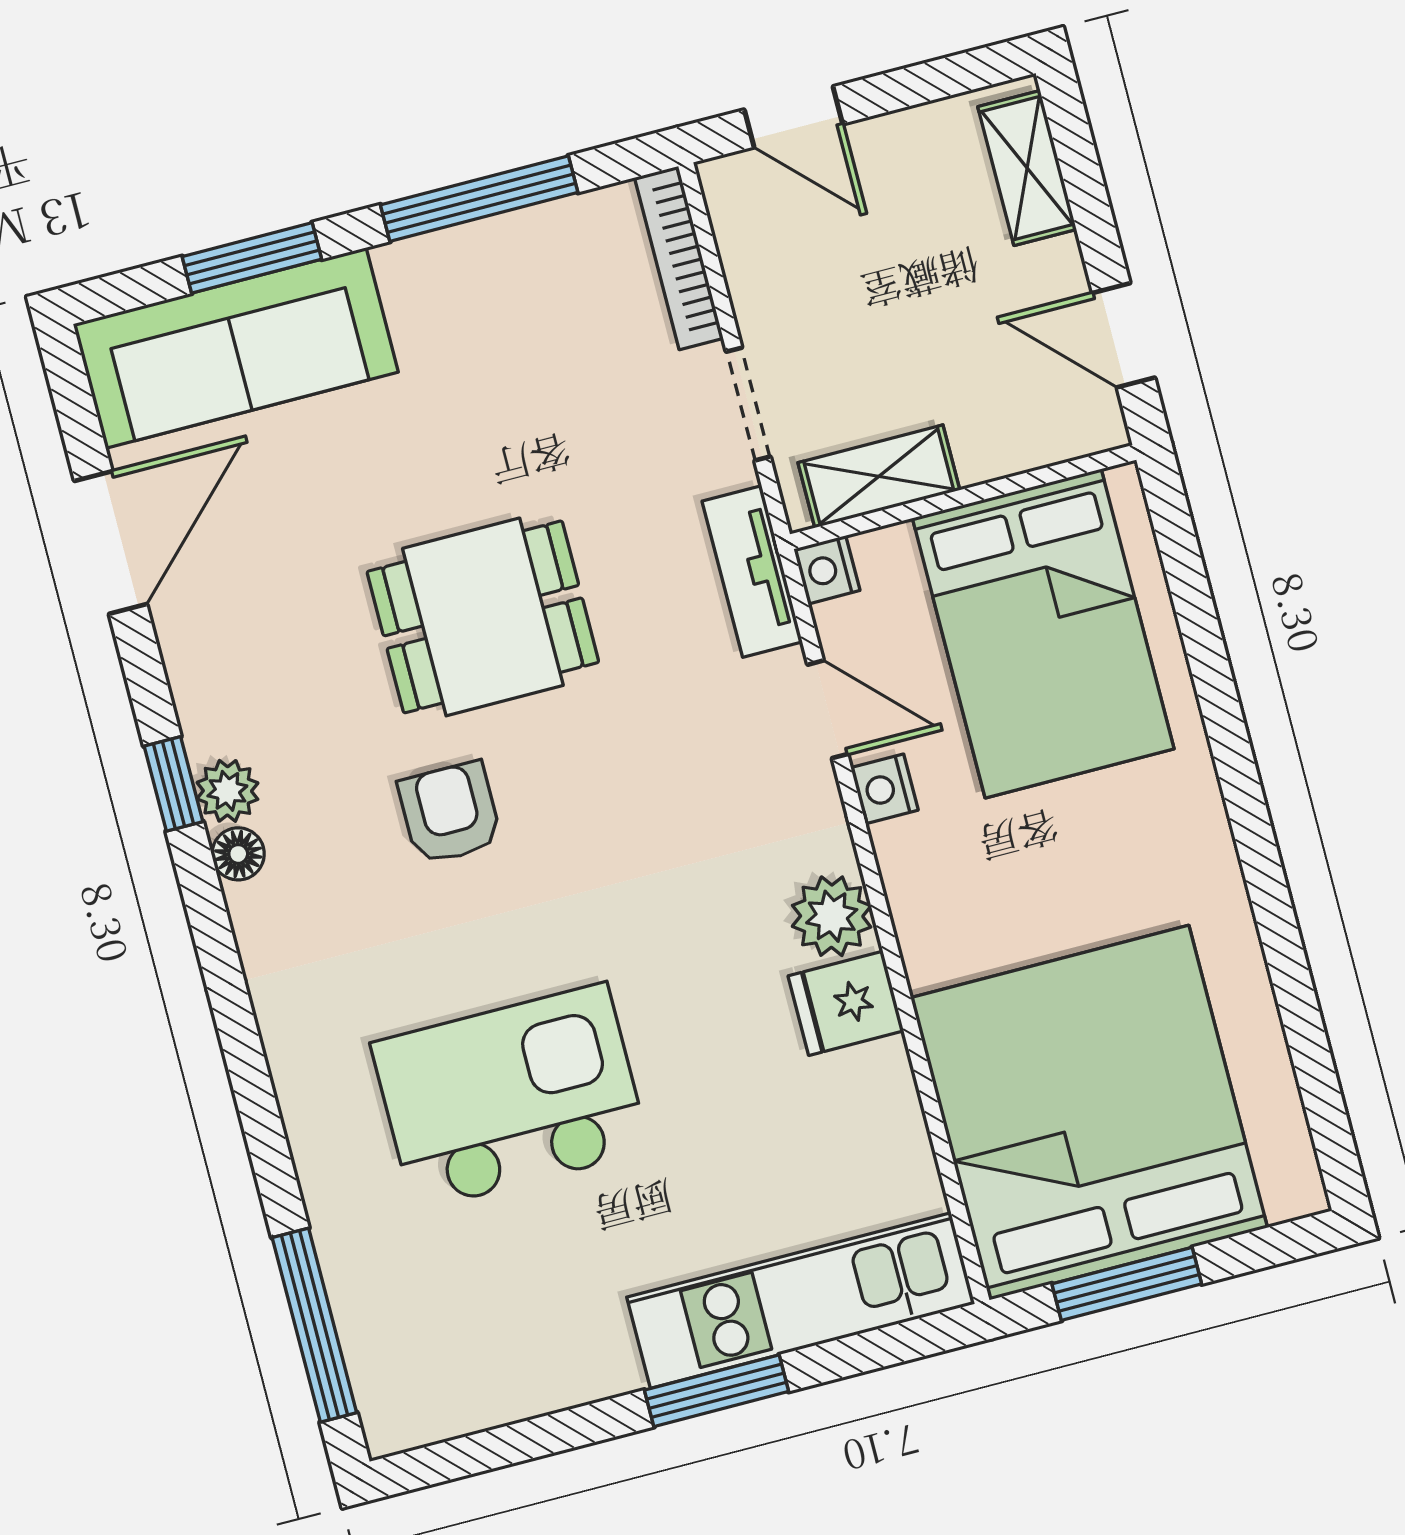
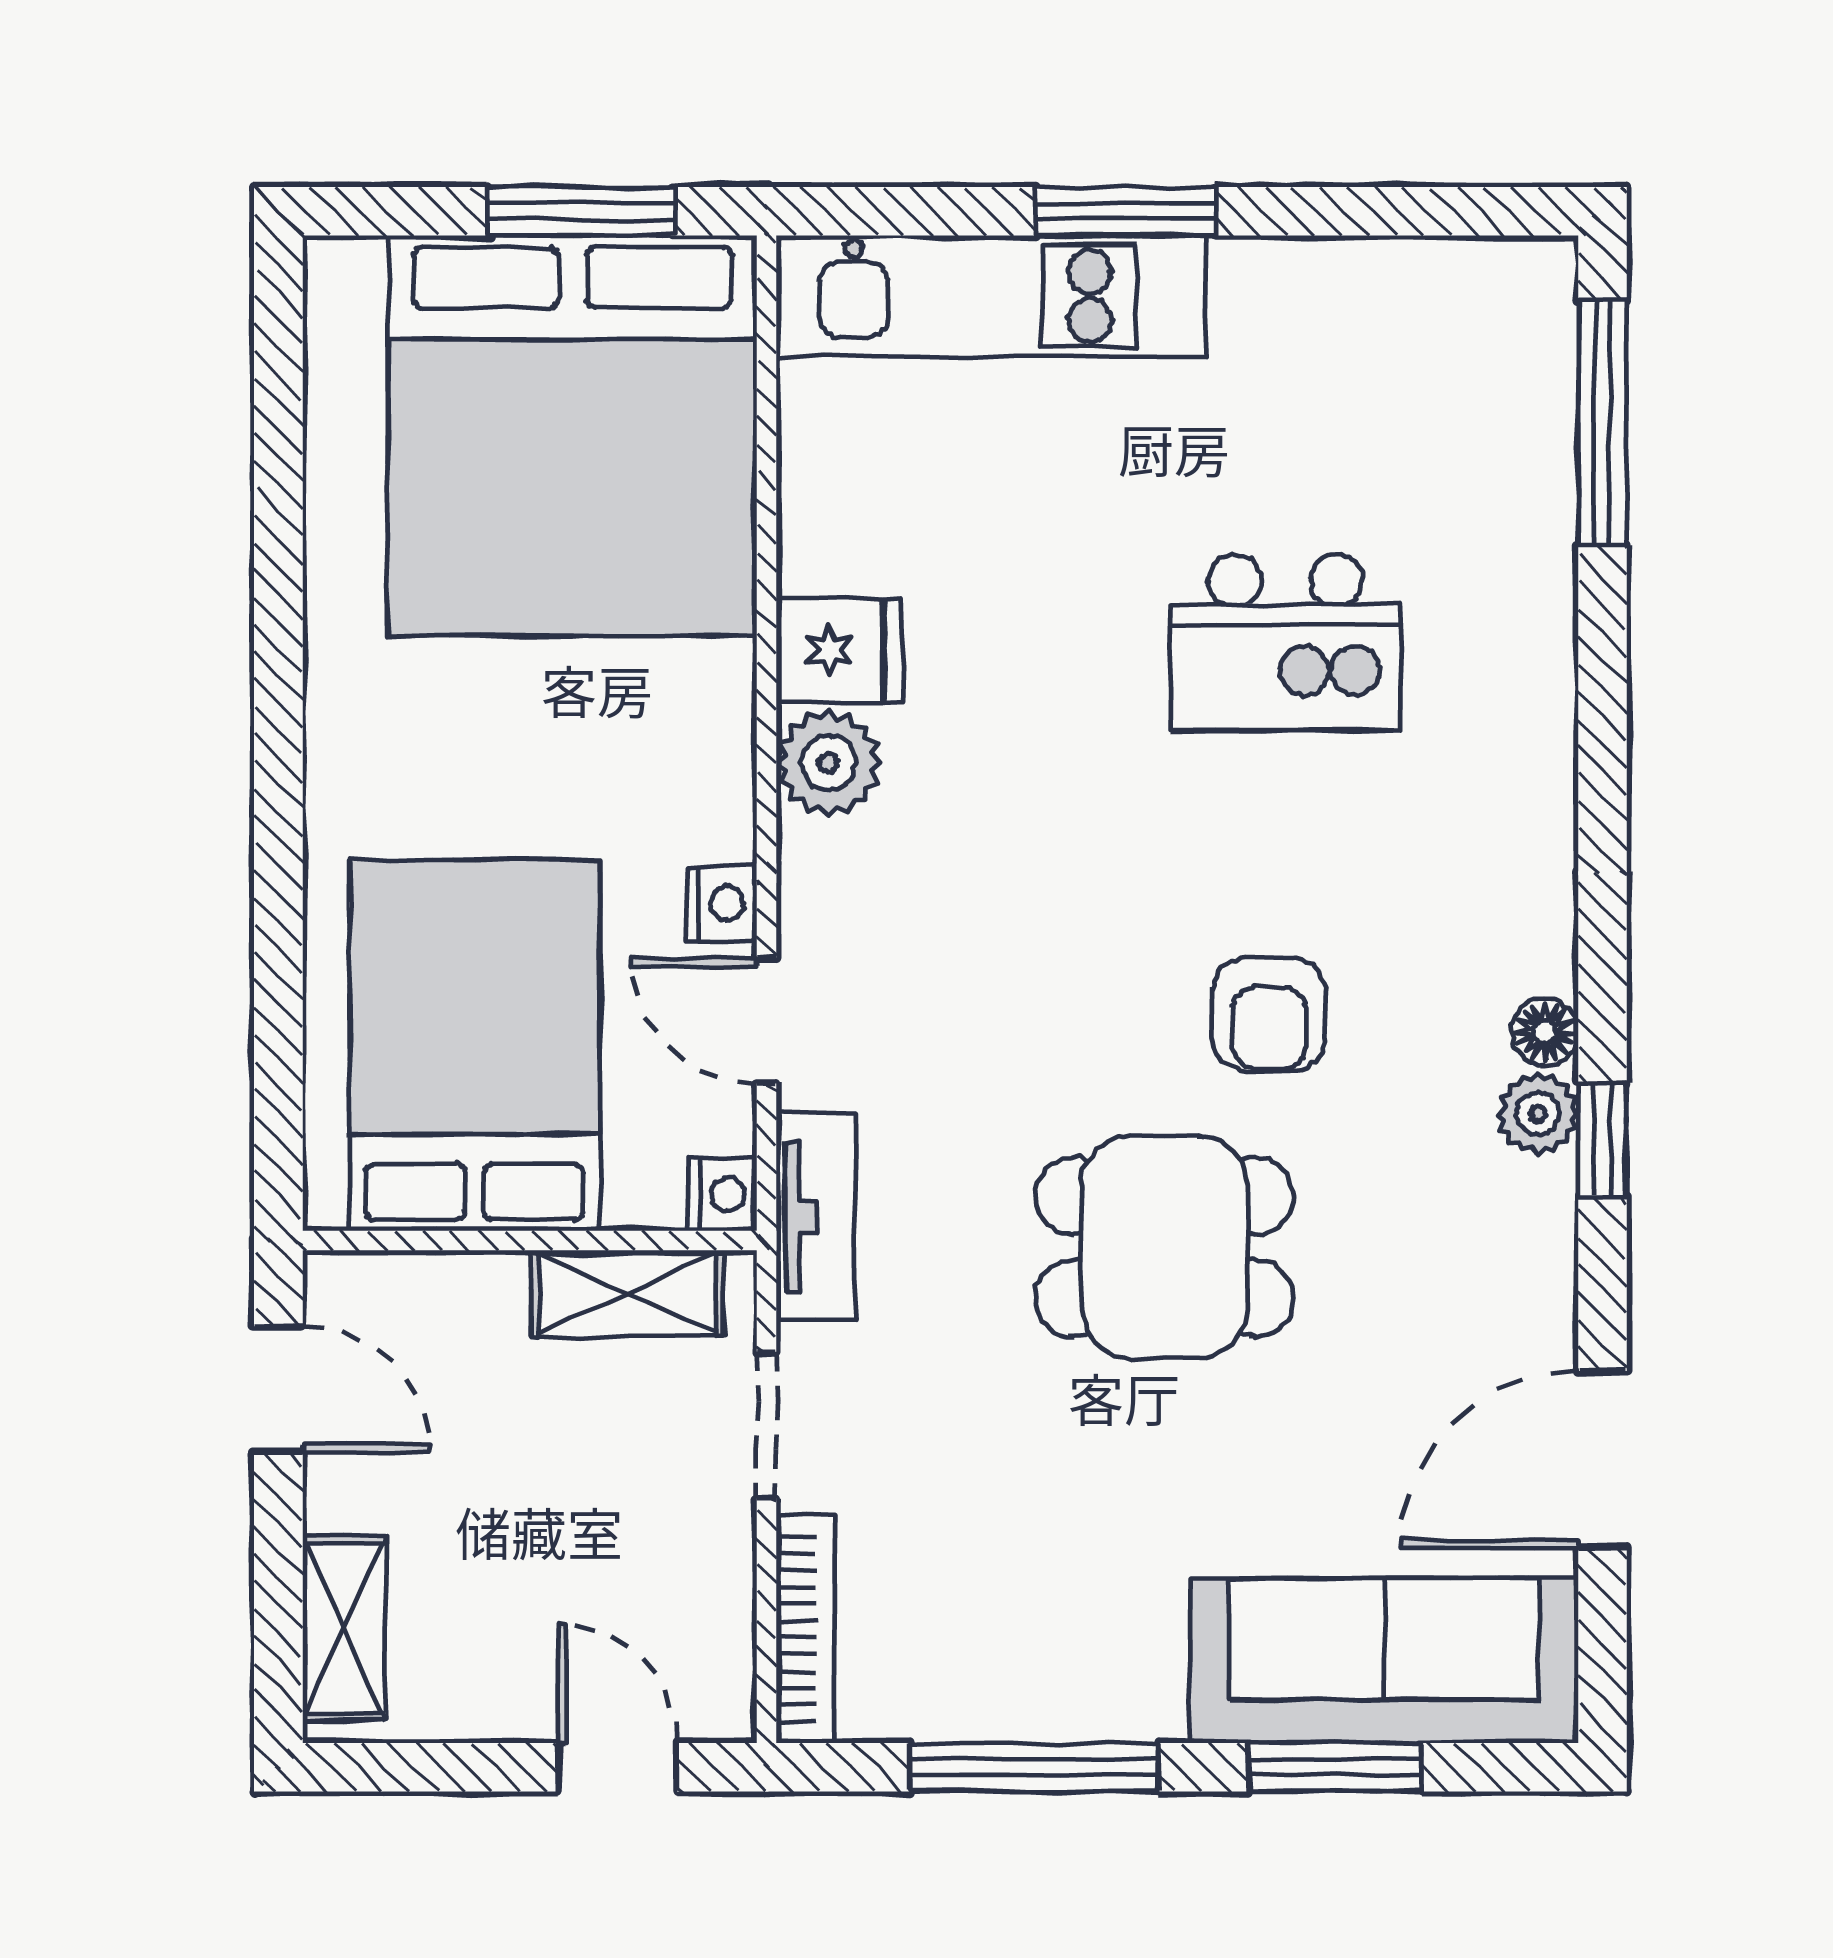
kitchen island: (510, 1097) -> (1286, 643), width x0.73, depth x0.78

